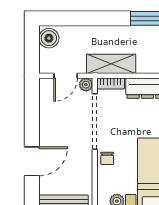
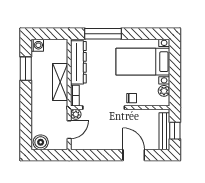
shelving: (111, 64) -> (60, 82), moved
door: (66, 76) -> (69, 130), hinge flipped

